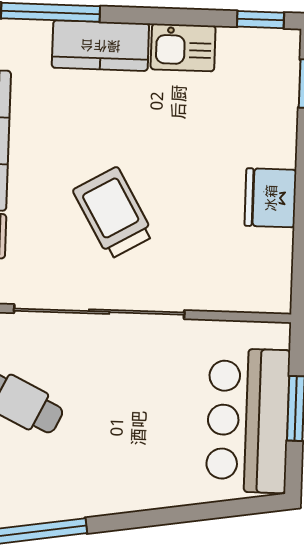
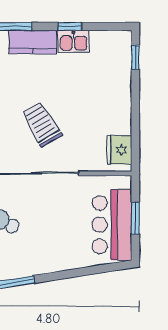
window: (260, 20) -> (70, 26), moved
fridge: (271, 198) -> (119, 150), moved

